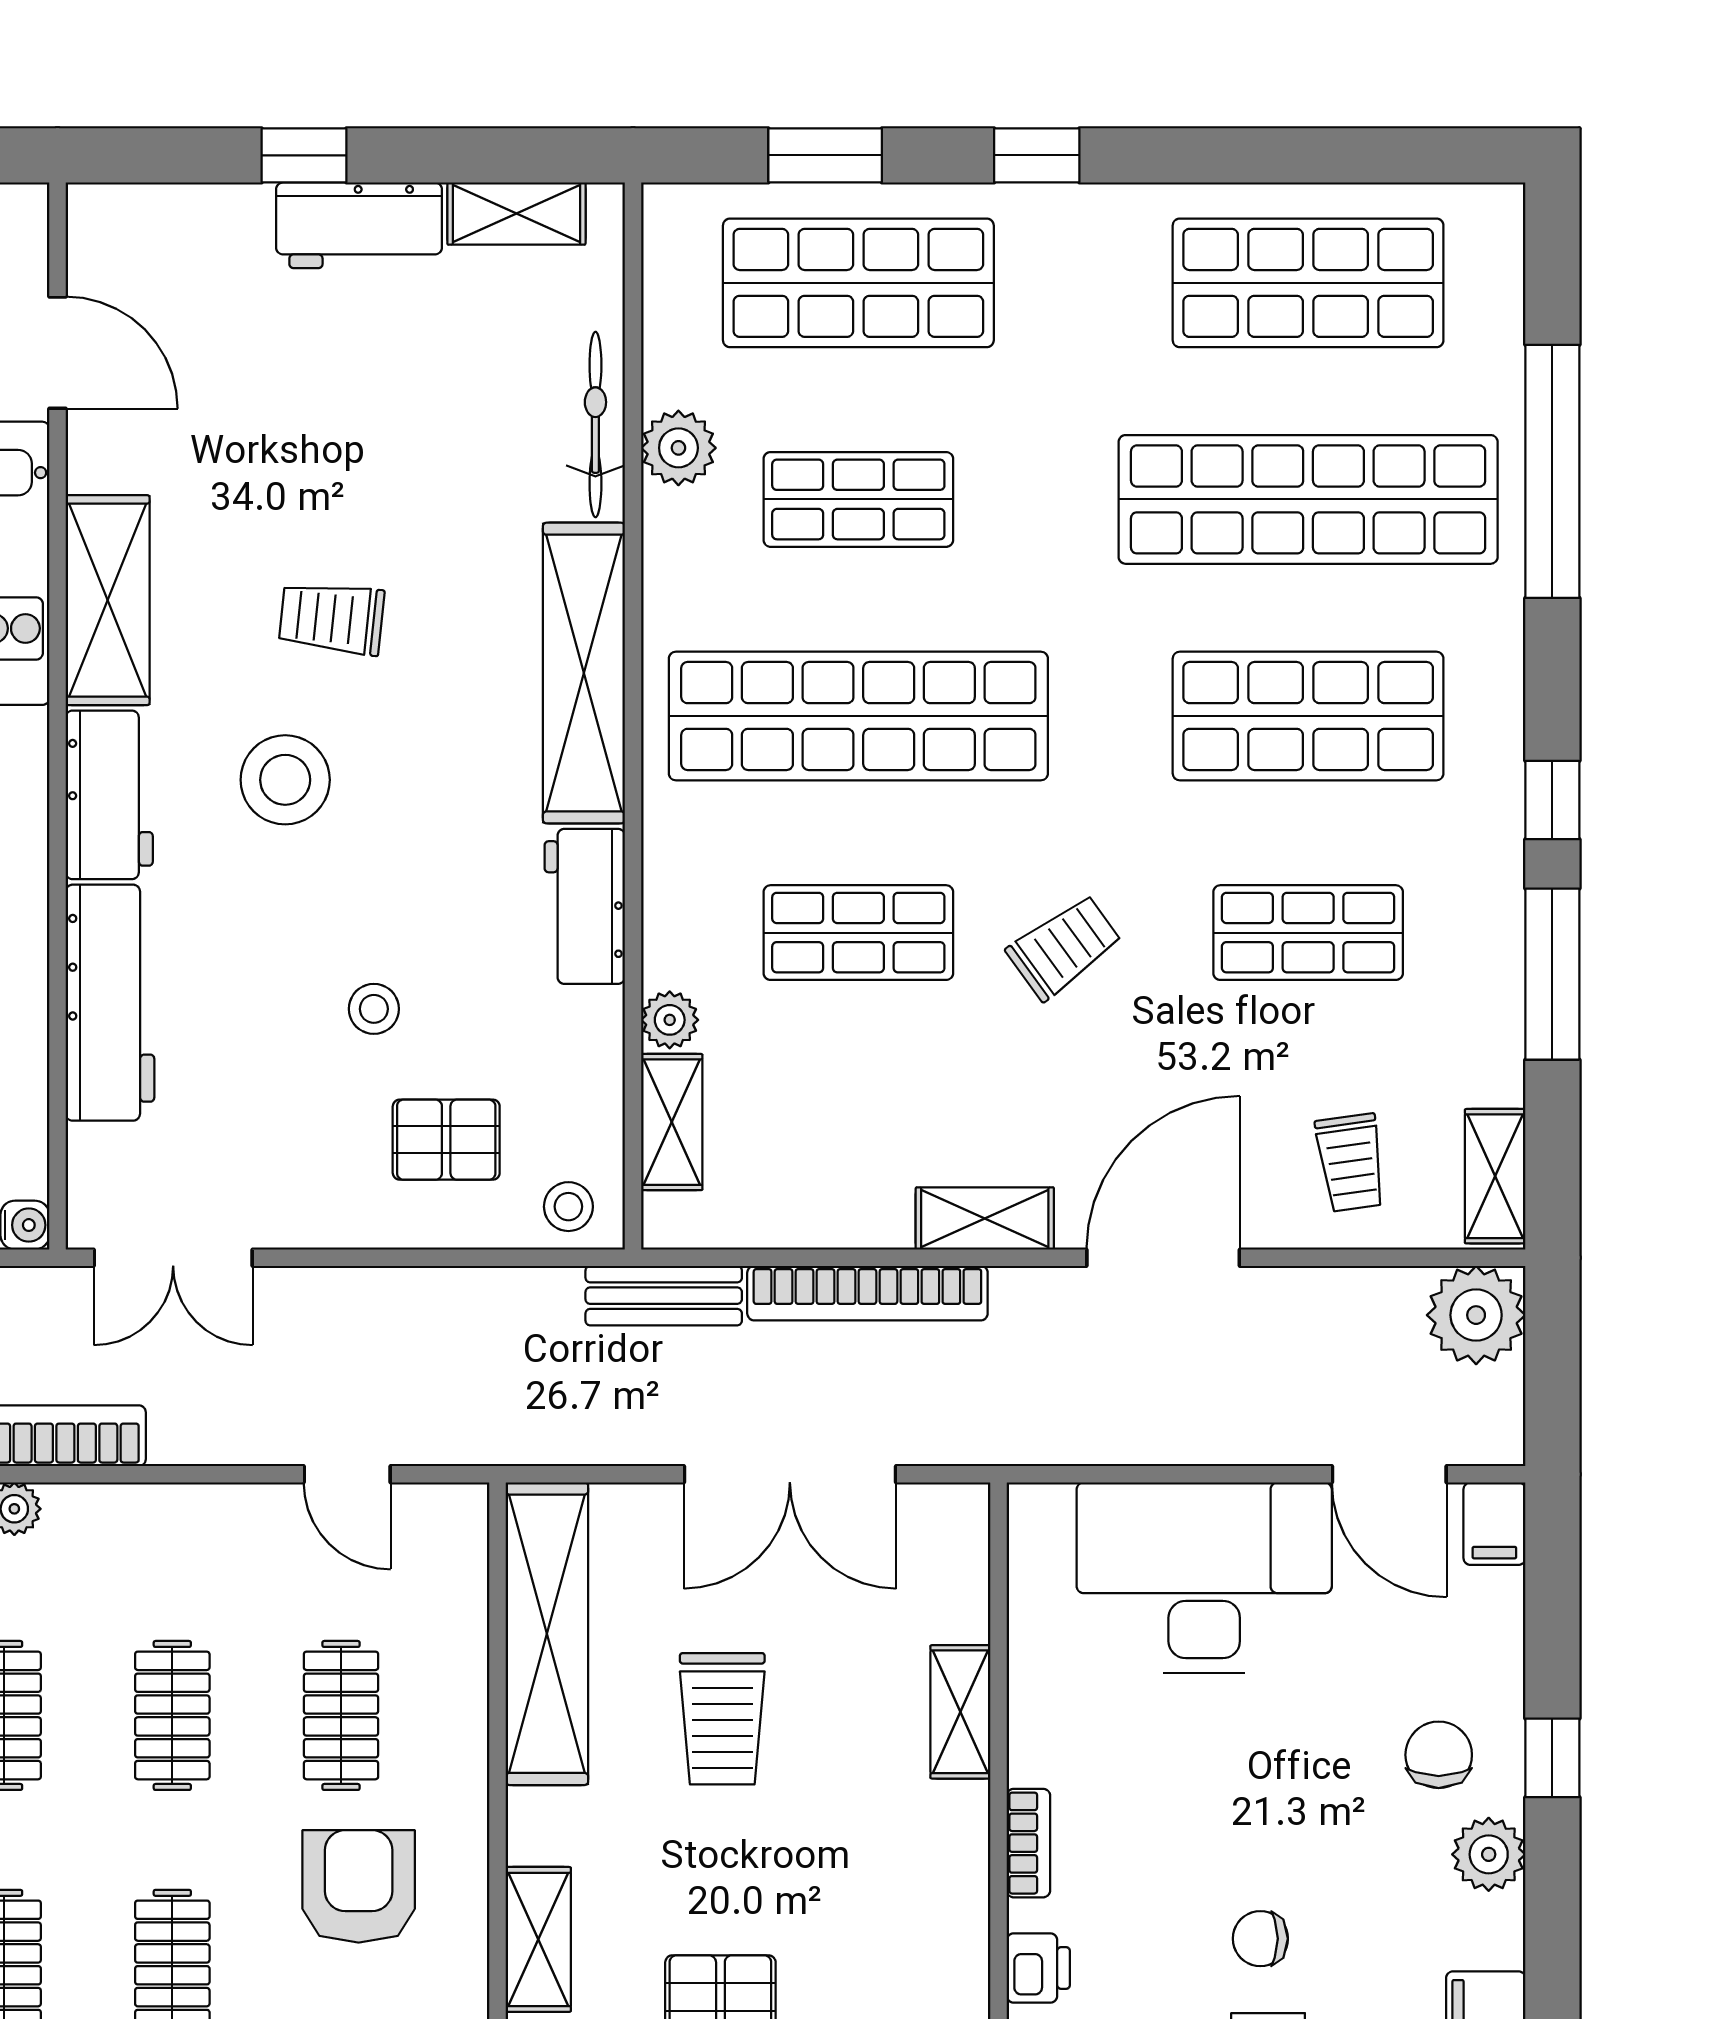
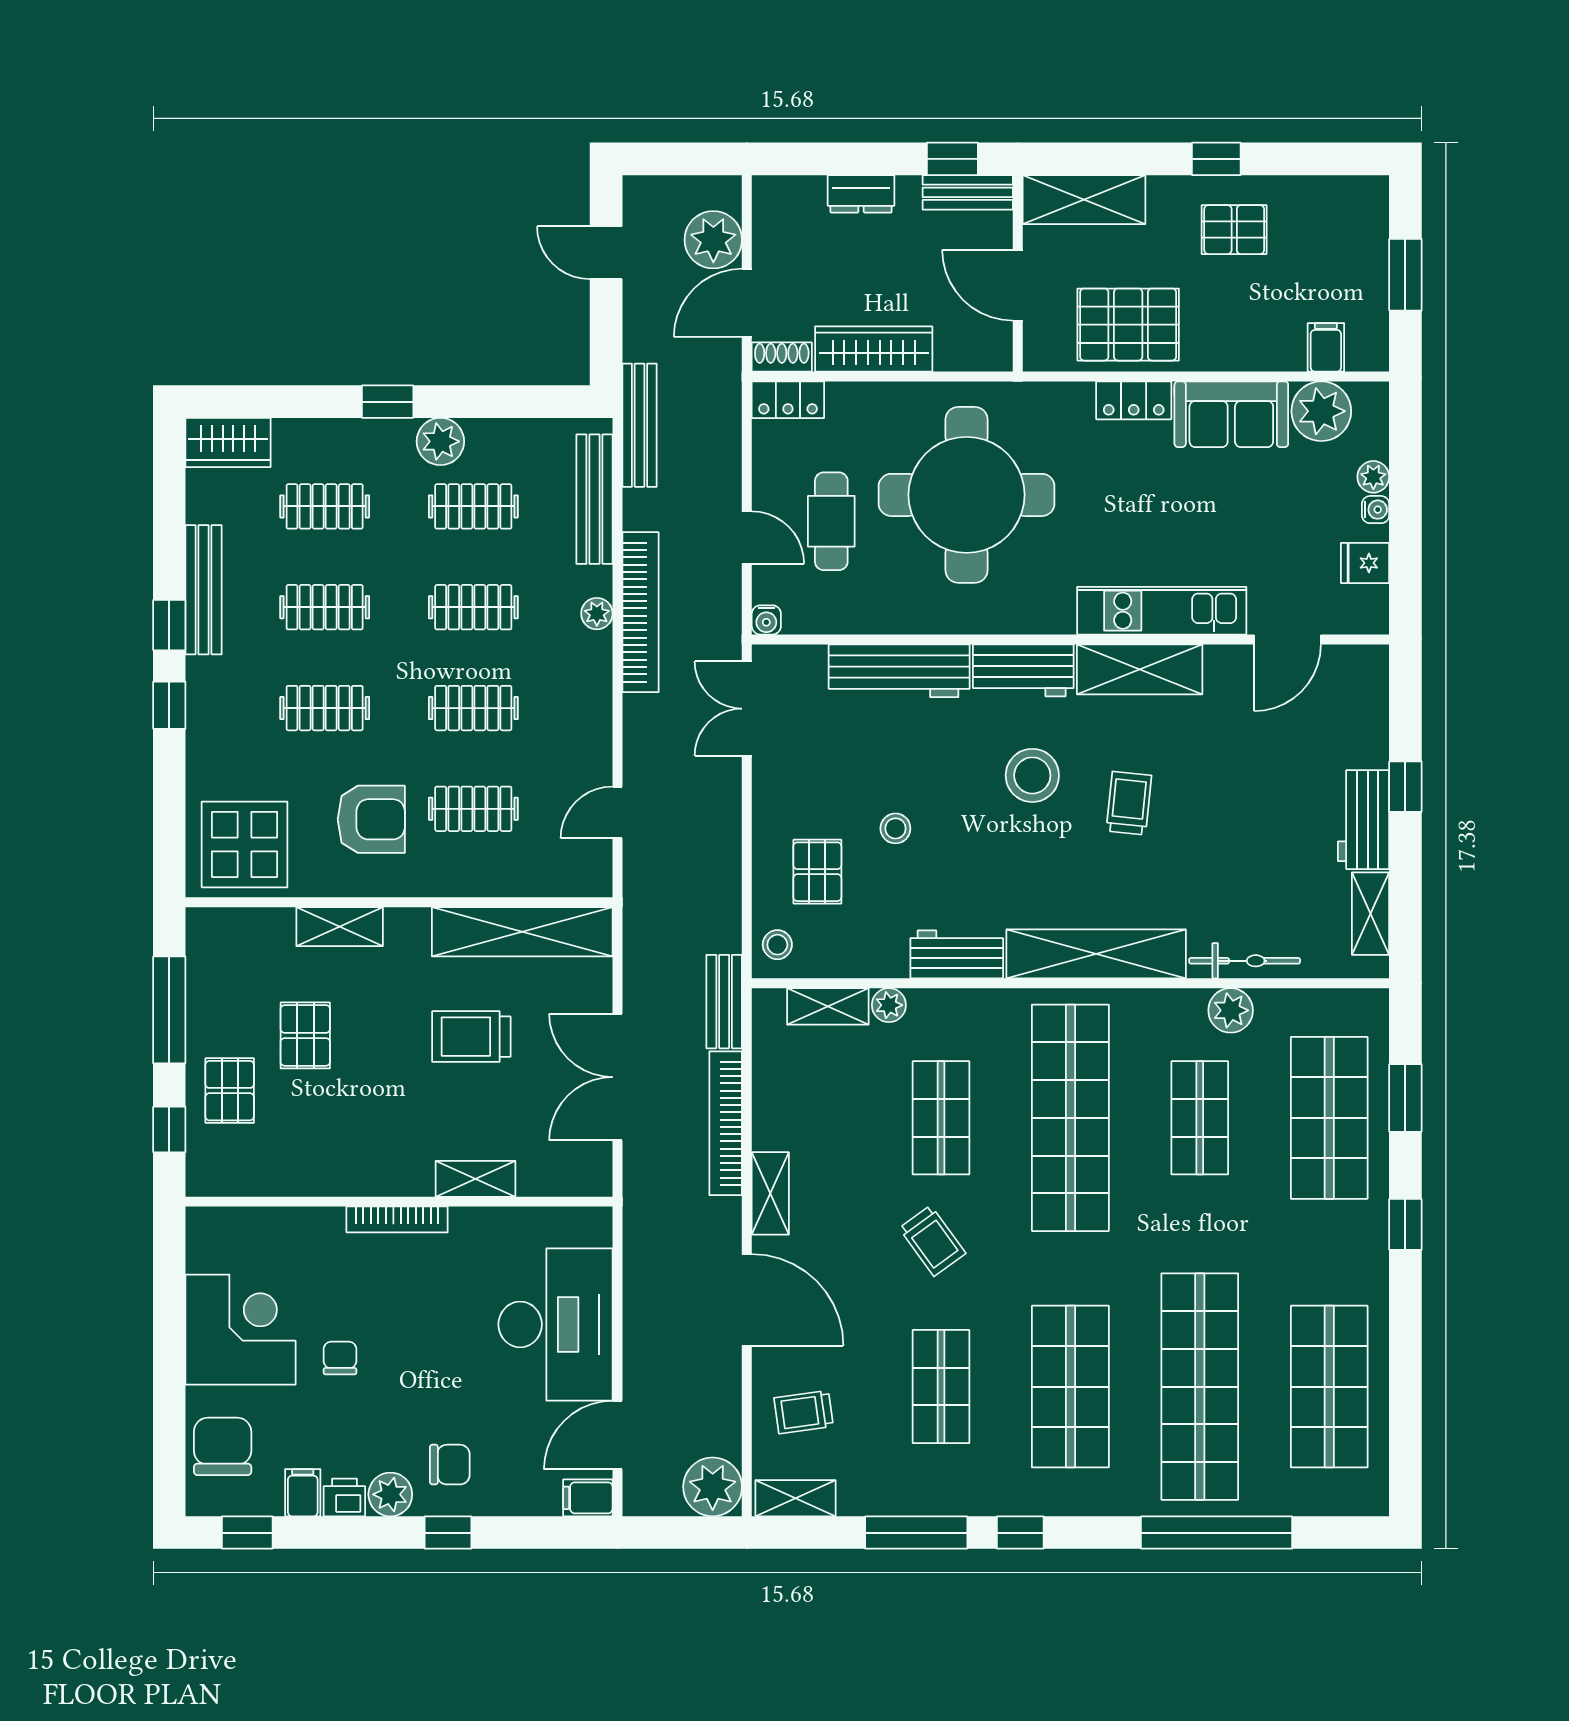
bookcase: (1028, 1843) -> (397, 1219), width x1.56
printer: (1038, 1968) -> (344, 1497), moved, turned 180

